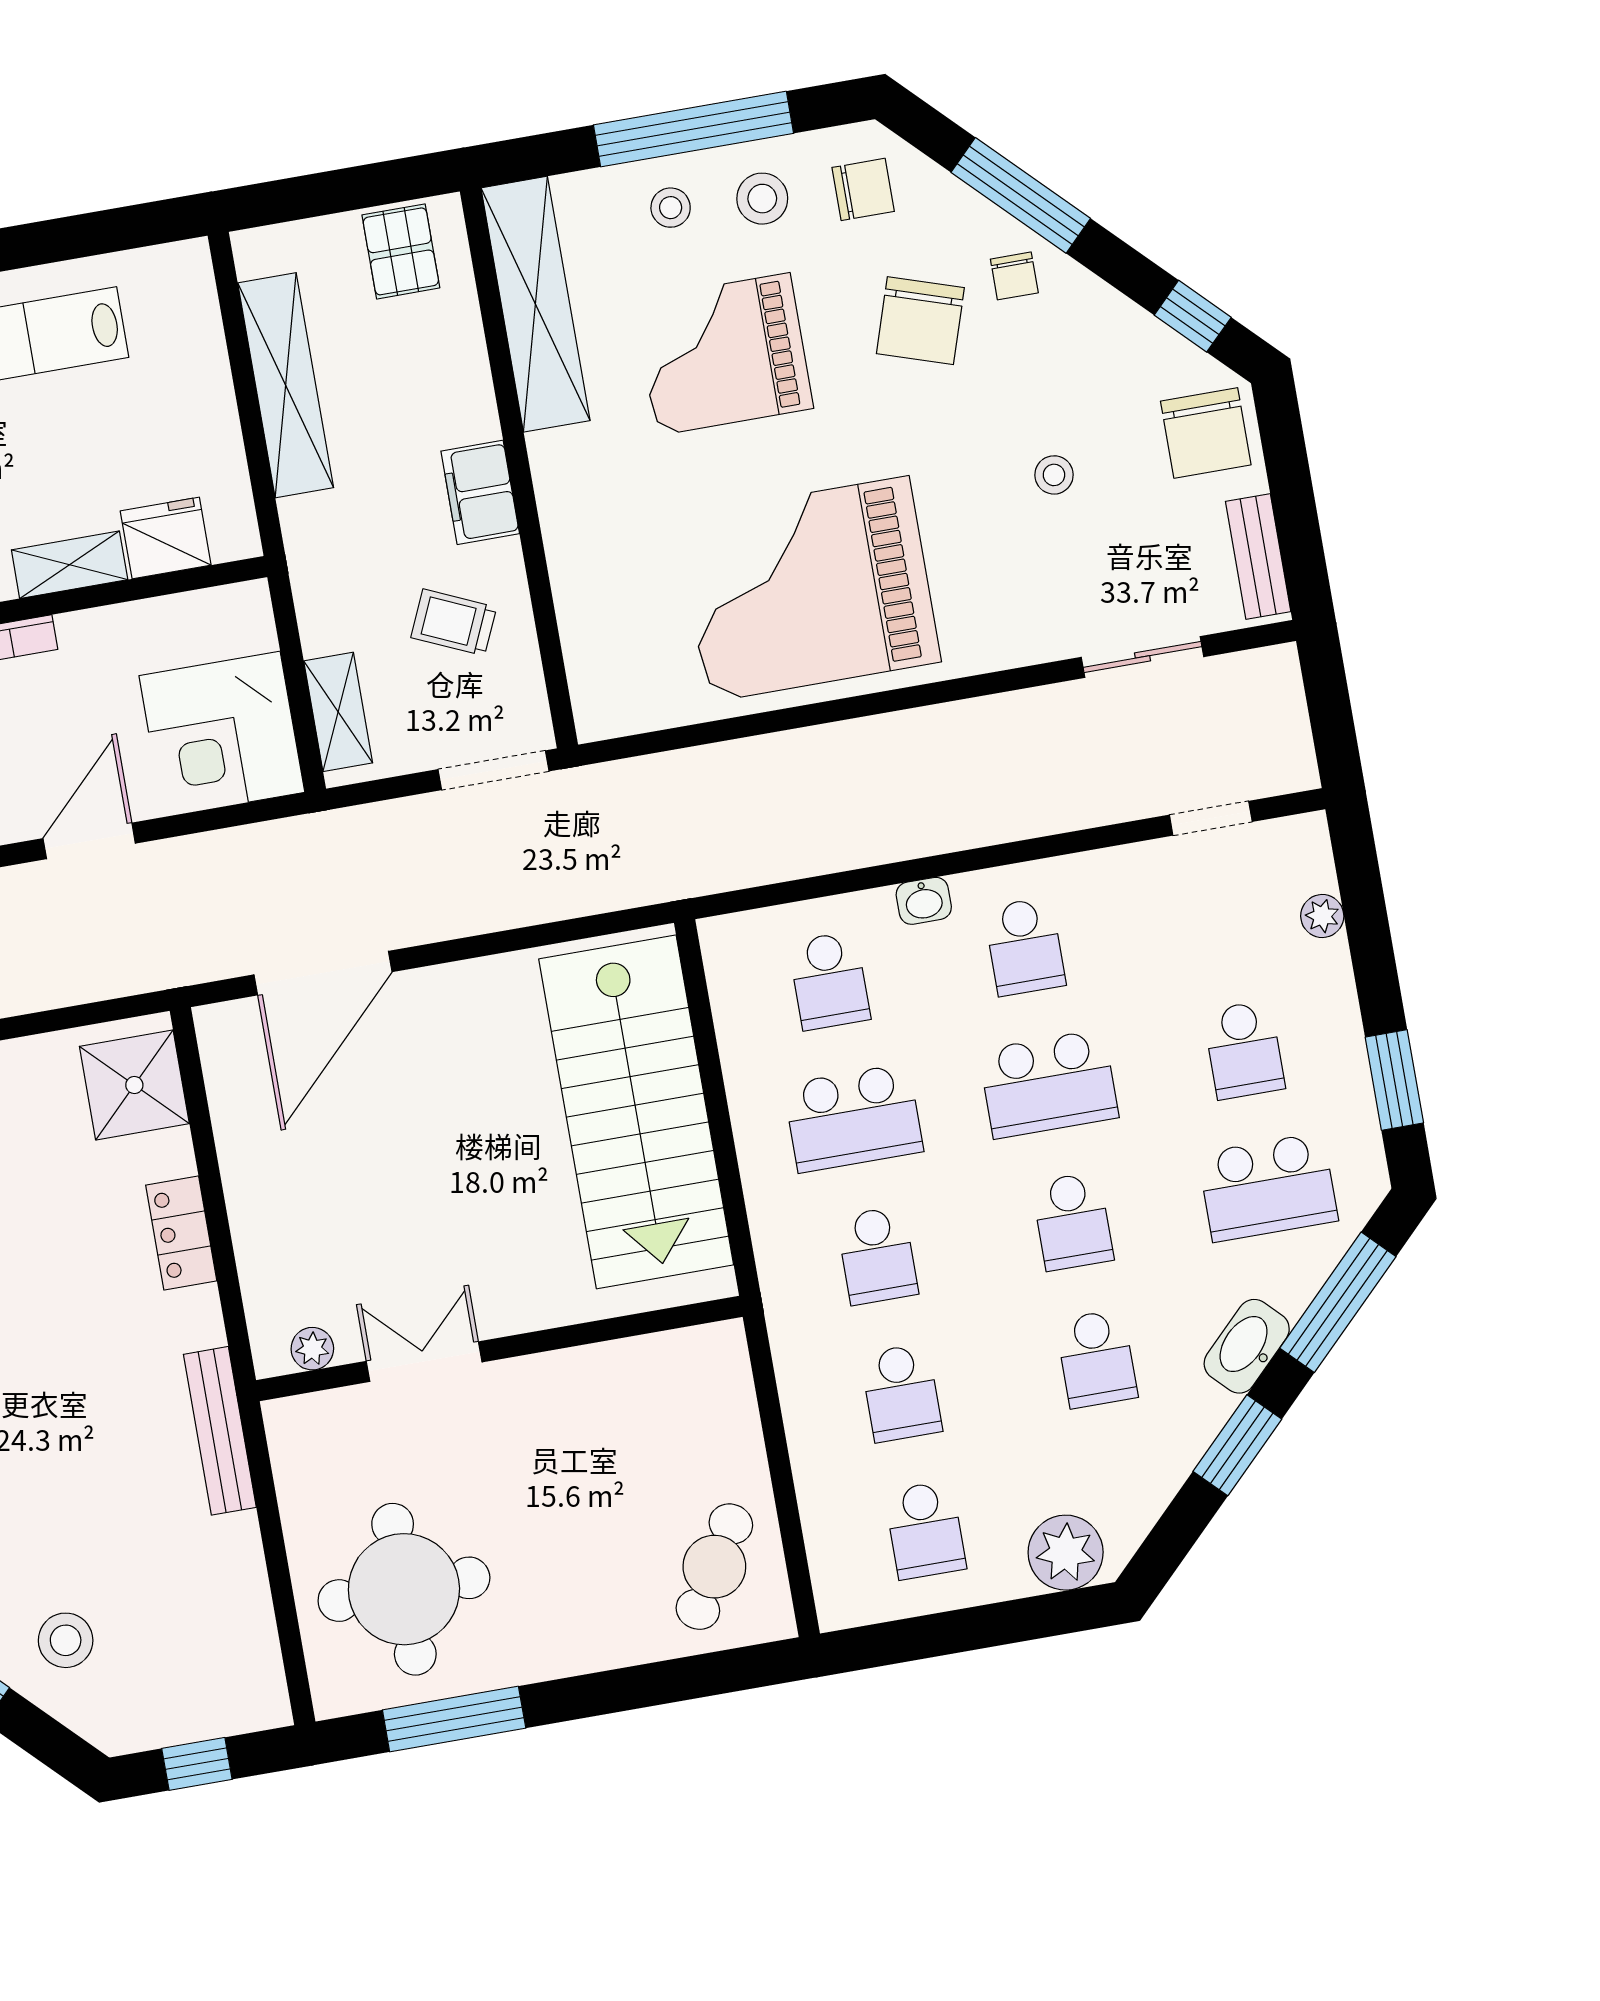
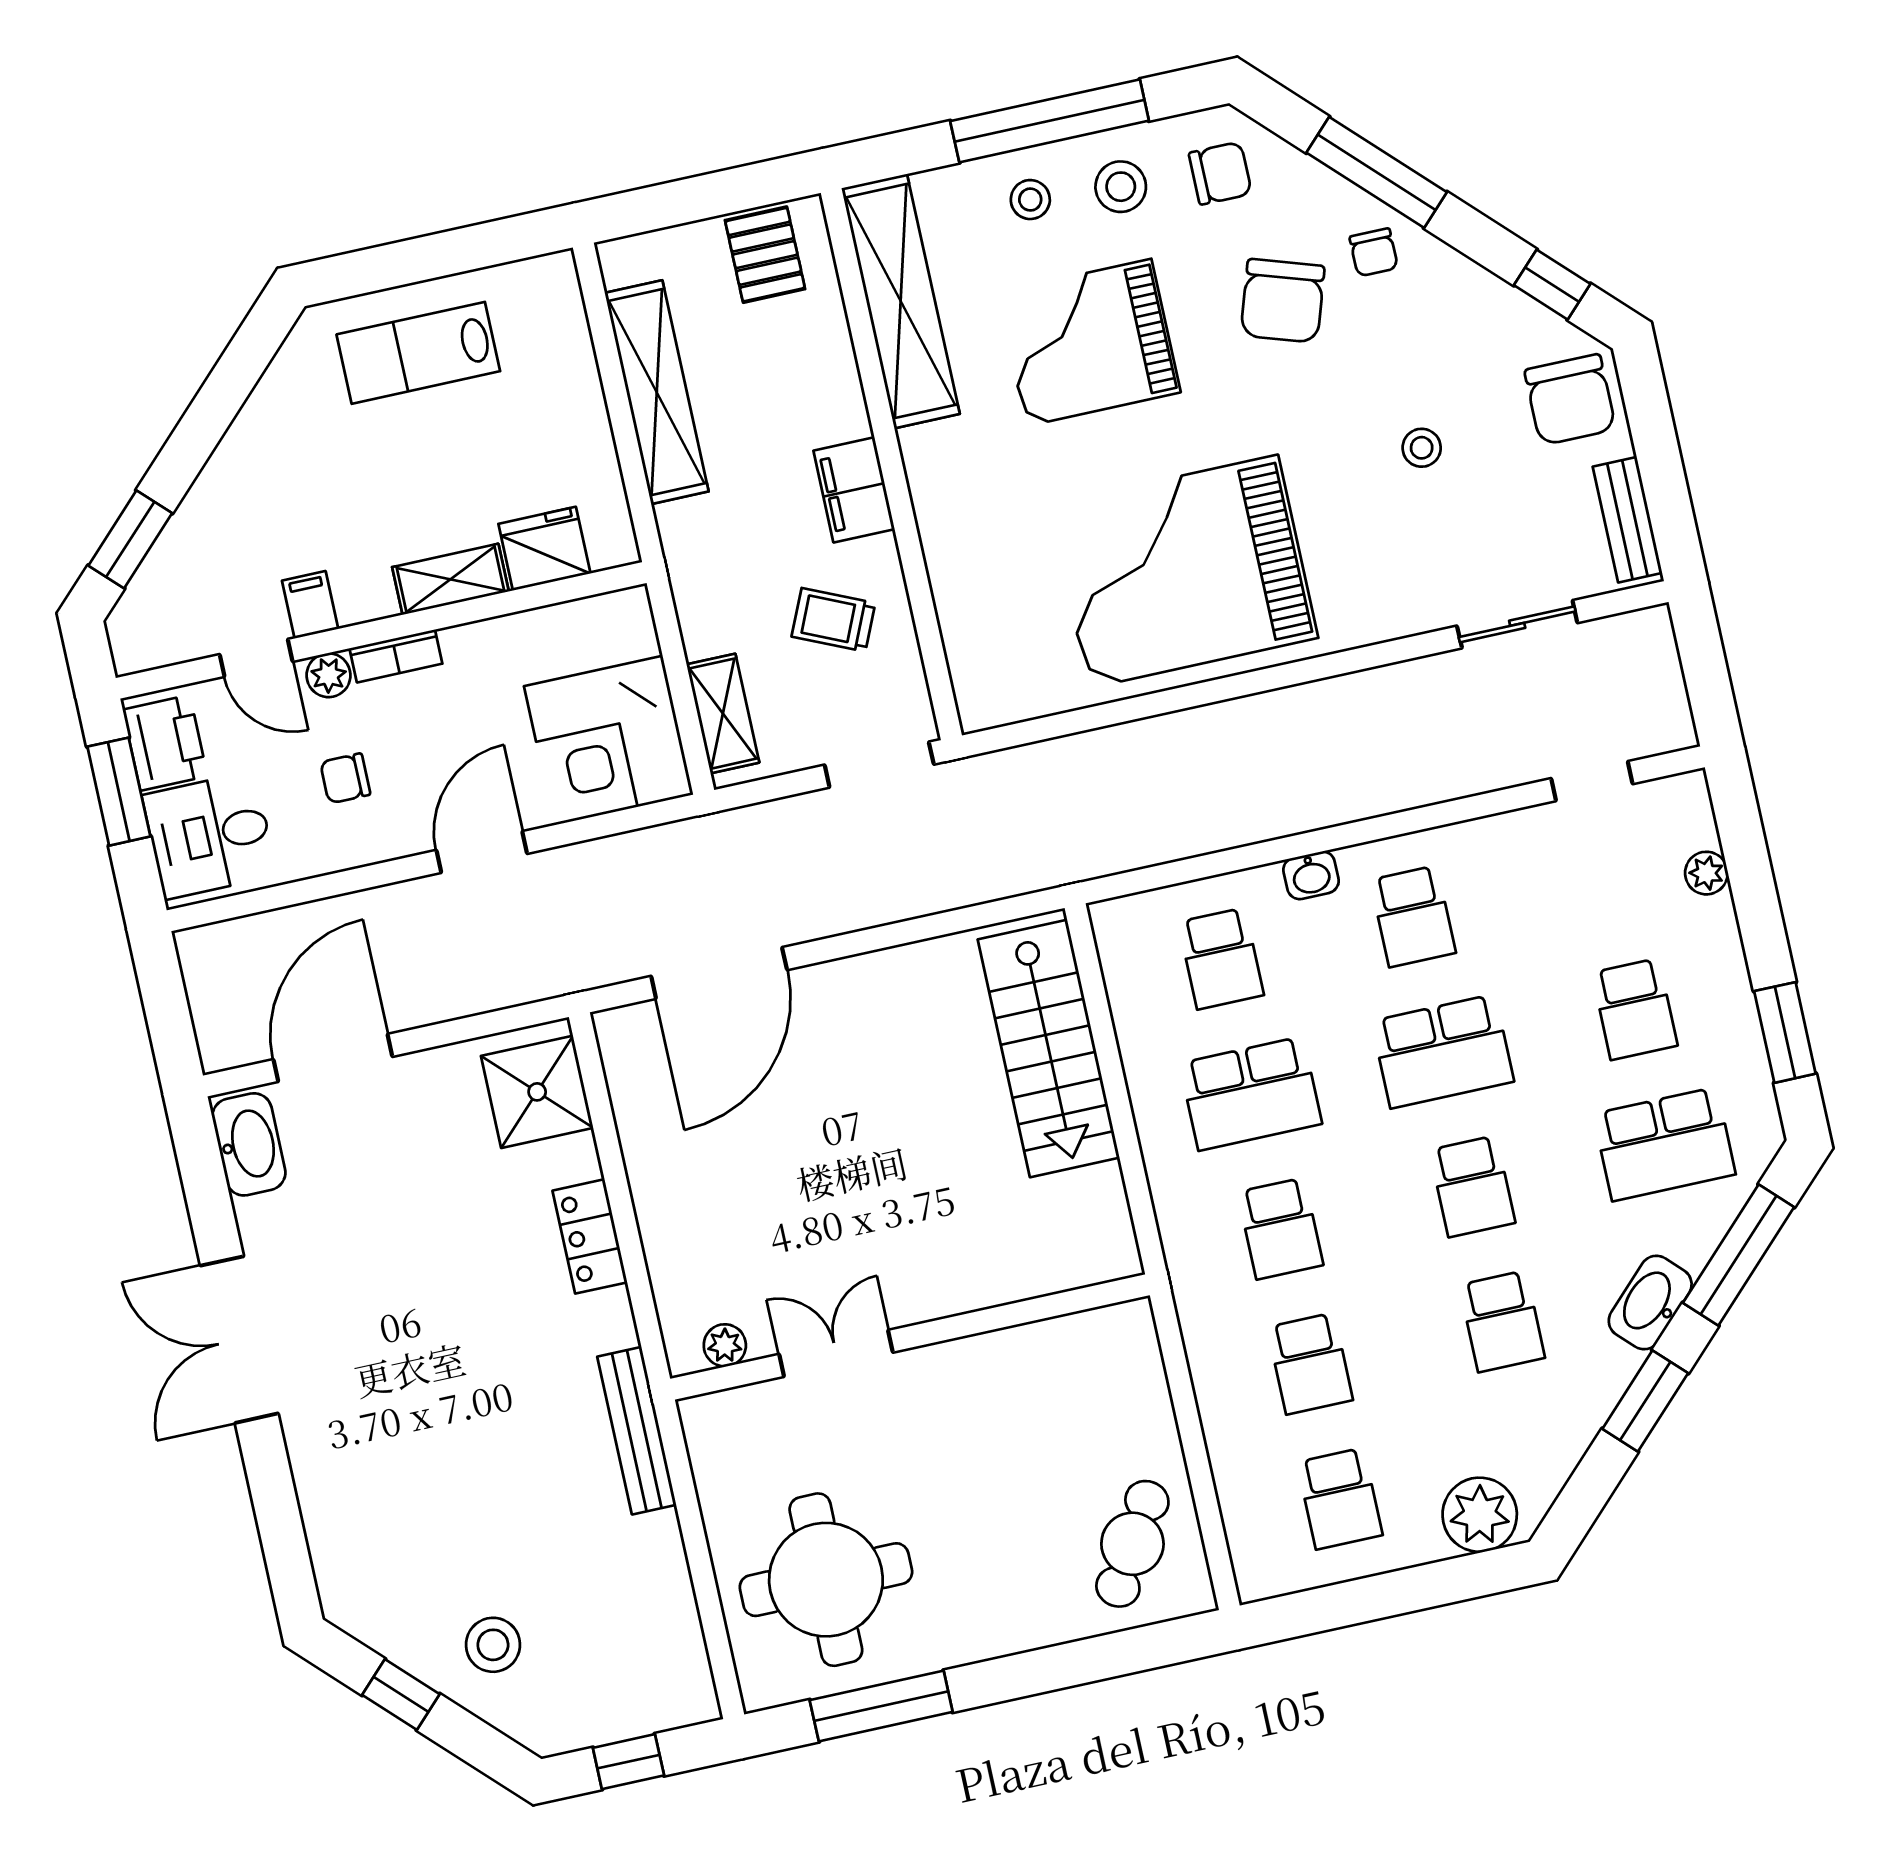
stairs: (636, 1112) -> (1049, 1048), width x0.73, depth x0.66

